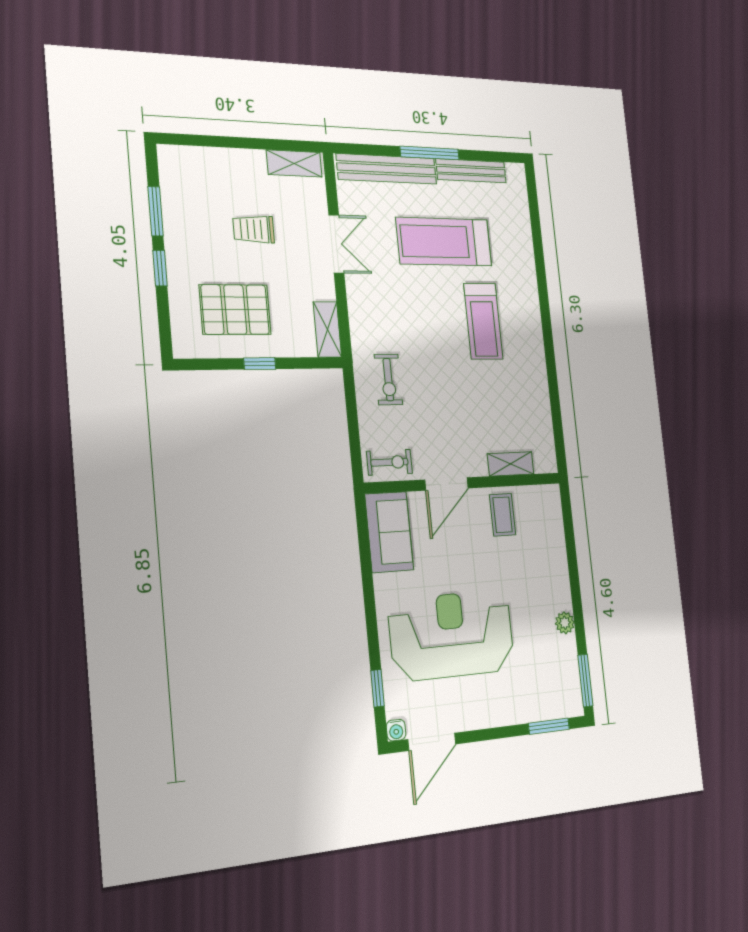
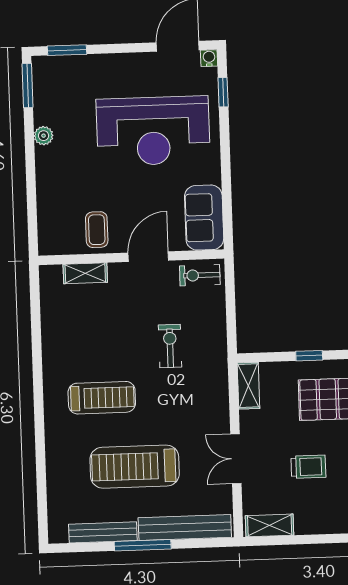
treadmill: (444, 242) -> (135, 467), turned 180
treadmill: (483, 321) -> (102, 398), turned 90
exercise bike: (388, 380) -> (170, 346), moved

